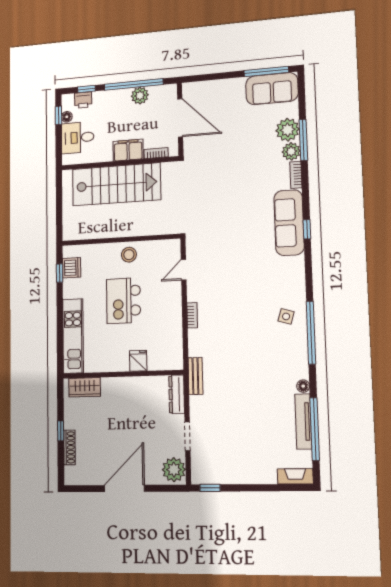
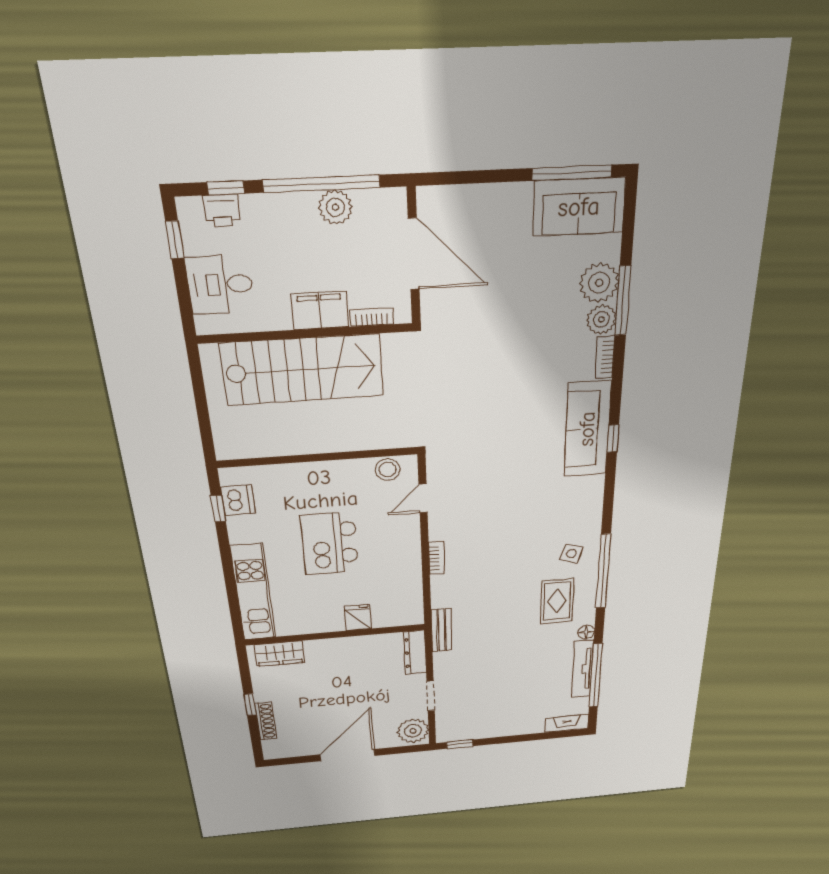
floor lamp: (67, 117) -> (192, 243), removed
stool: (129, 255) -> (388, 470), moved
rug: (279, 356) -> (557, 601), added

